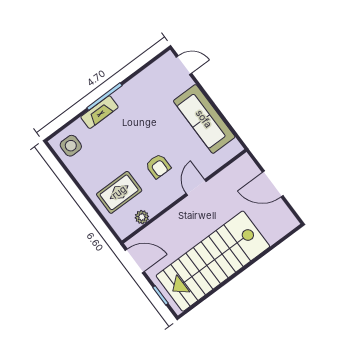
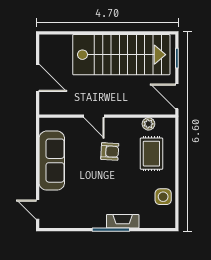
side table: (71, 146) -> (163, 197), moved
armchair: (158, 166) -> (110, 151), turned 93
door: (196, 187) -> (94, 116), hinge flipped
rug: (119, 192) -> (151, 154), turned 90

